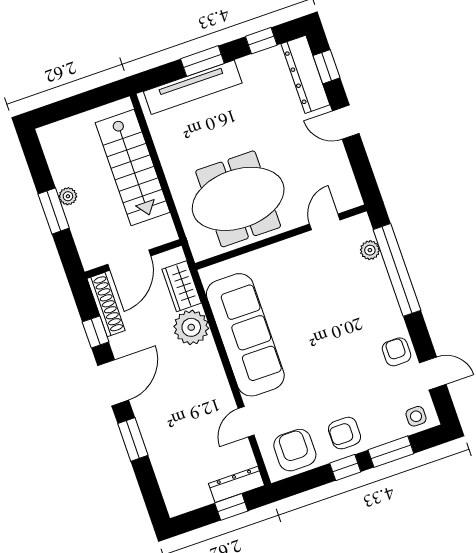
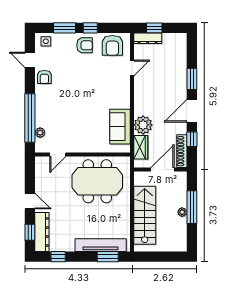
window: (202, 61) -> (108, 257), moved
window: (54, 211) -> (192, 207), width x1.44
sofa: (245, 335) -> (120, 127), width x0.54, depth x0.79

